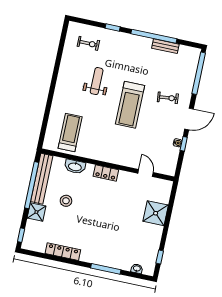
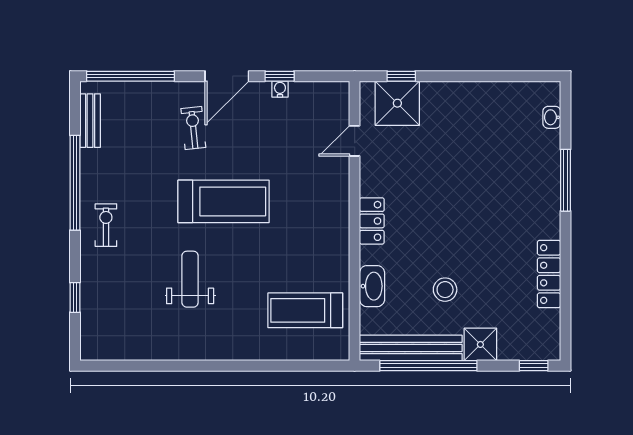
window: (113, 27) -> (75, 297), moved
exercise bike: (88, 43) -> (106, 225), moved
bench: (165, 46) -> (90, 121), moved
weight bench: (97, 81) -> (190, 279), turned 90
door: (189, 119) -> (227, 76), swing flipped
shower: (156, 213) -> (397, 103), moved
window: (160, 257) -> (401, 76), moved

